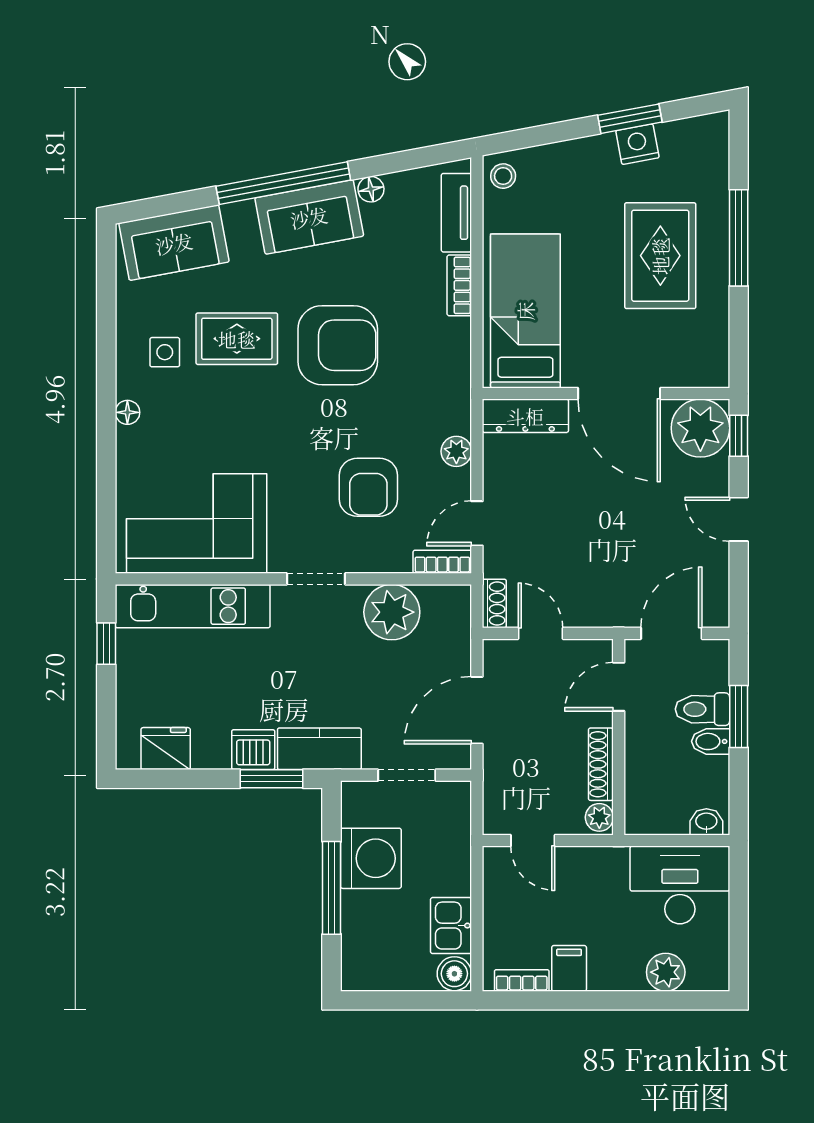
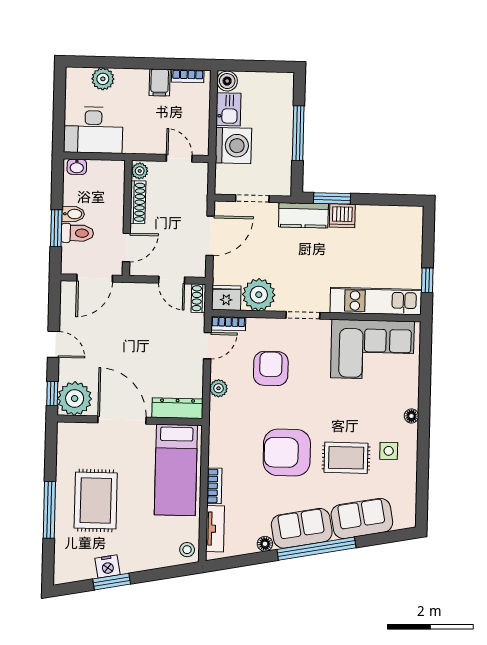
sofa: (174, 243) -> (362, 518), moved
fridge: (166, 749) -> (226, 298), moved, turned 180
washing machine: (371, 858) -> (233, 146), moved, turned 180

